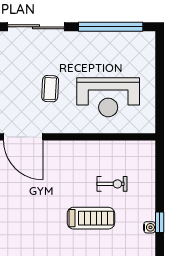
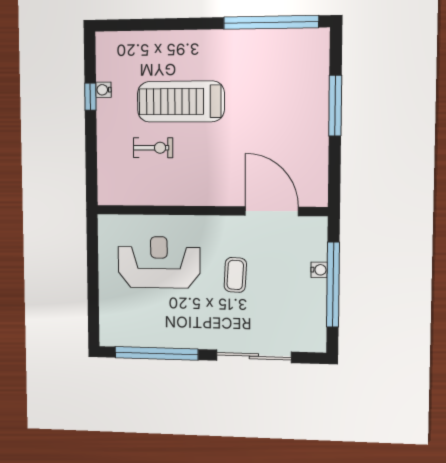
exercise bike: (112, 184) -> (153, 148), turned 180
treadmill: (91, 218) -> (181, 102), width x1.37, depth x1.38

